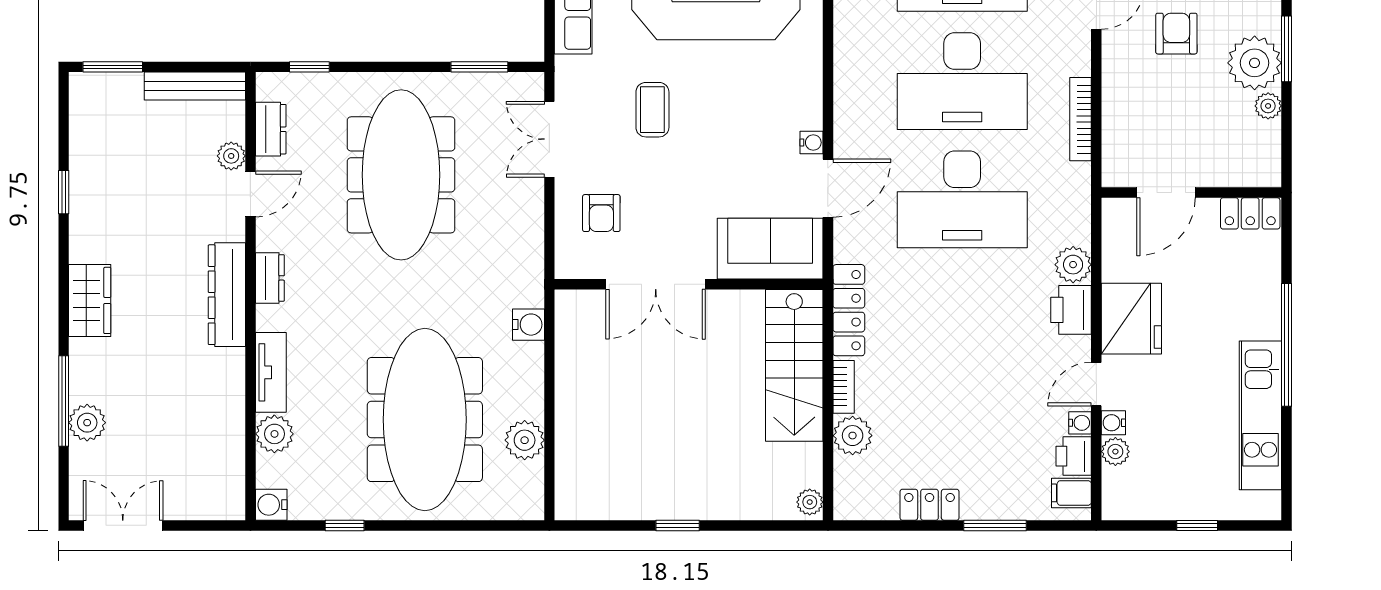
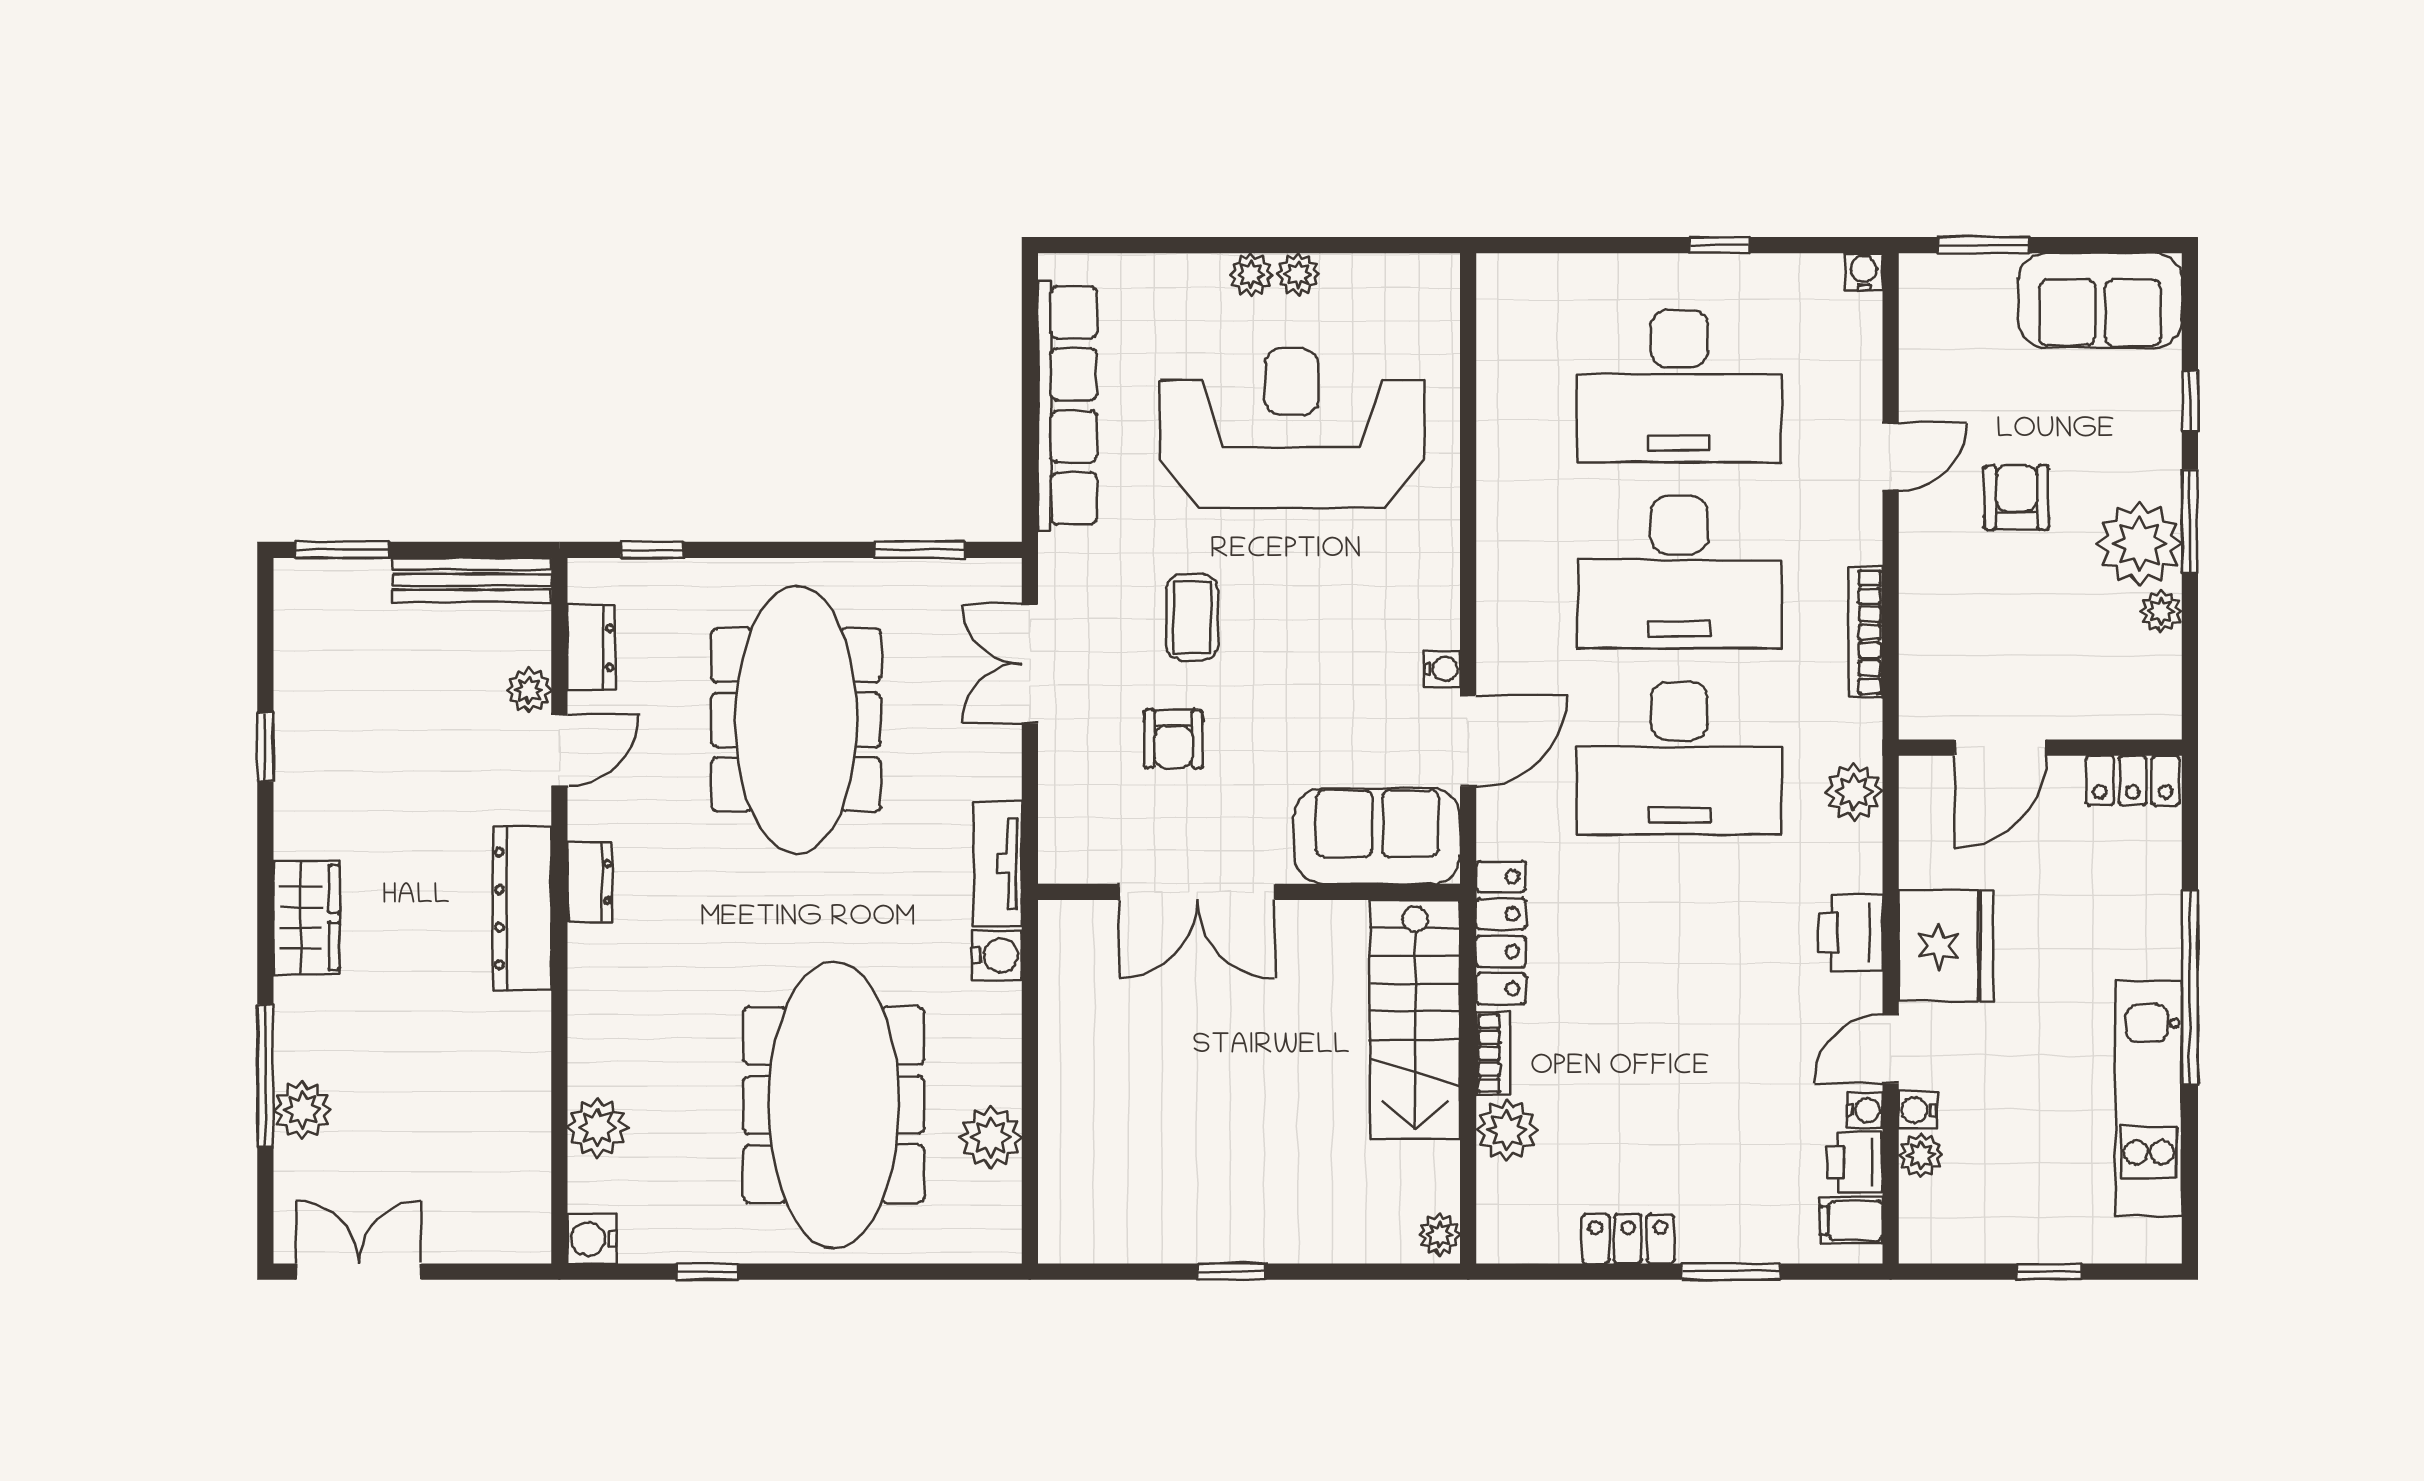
armchair: (601, 213) -> (1173, 739), moved
plant: (1073, 265) -> (1854, 792), moved
tv unit: (271, 372) -> (998, 863), moved, turned 180

